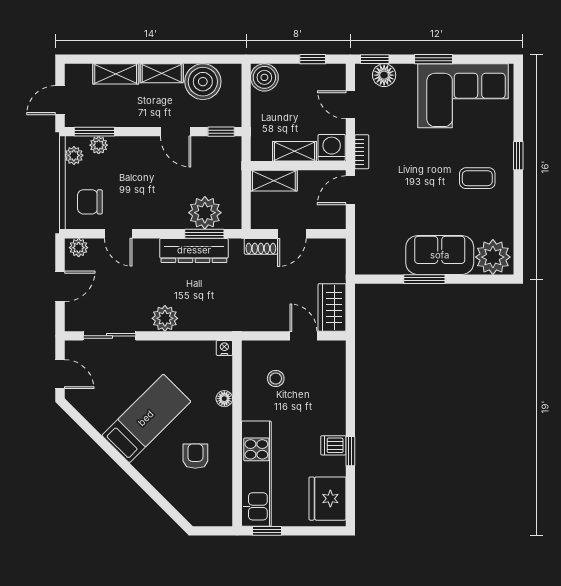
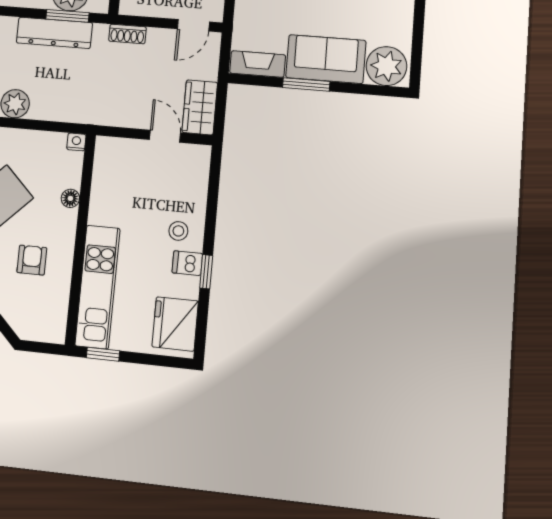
door: (292, 234) -> (193, 25), moved
fireplace: (380, 264) -> (258, 64), added
stool: (276, 378) -> (178, 231), moved

